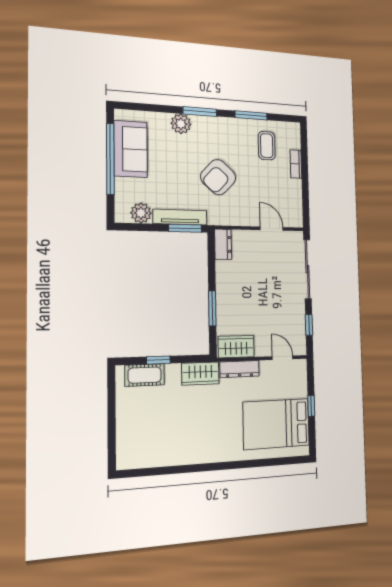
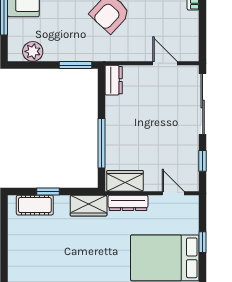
tv unit: (180, 217) -> (71, 54), removed
window: (212, 308) -> (102, 143), width x1.44

